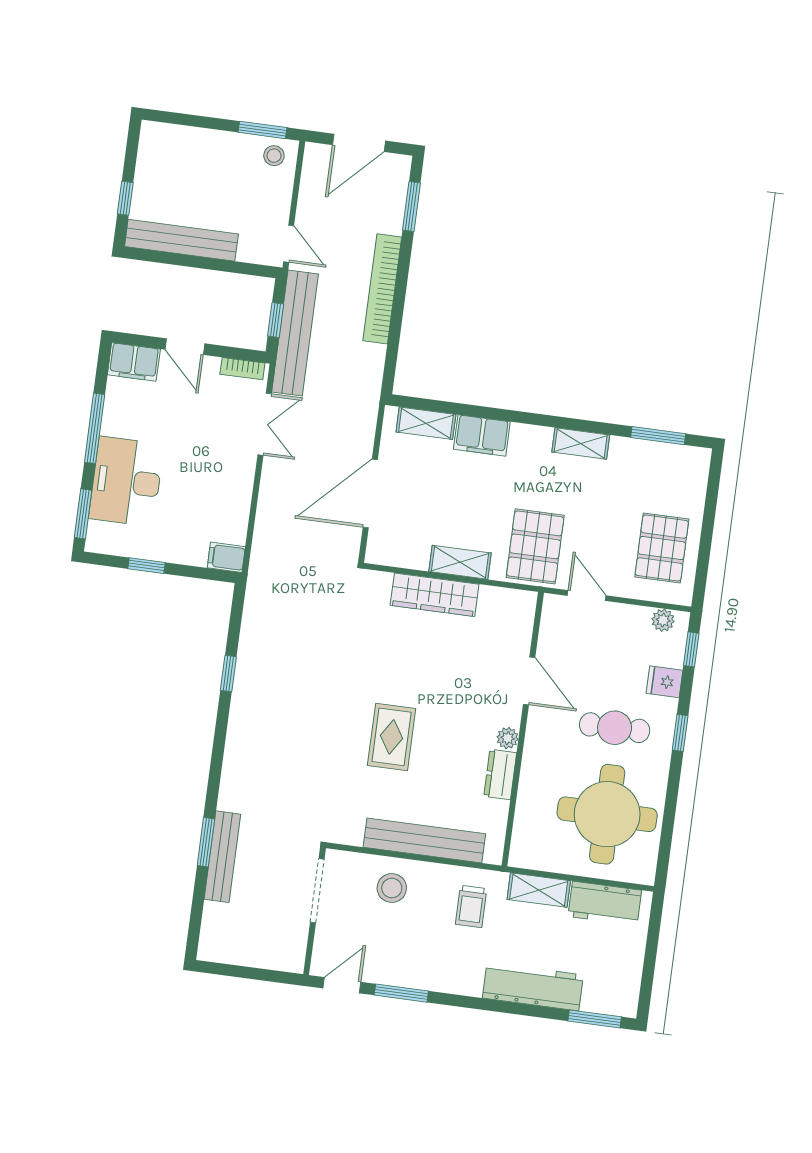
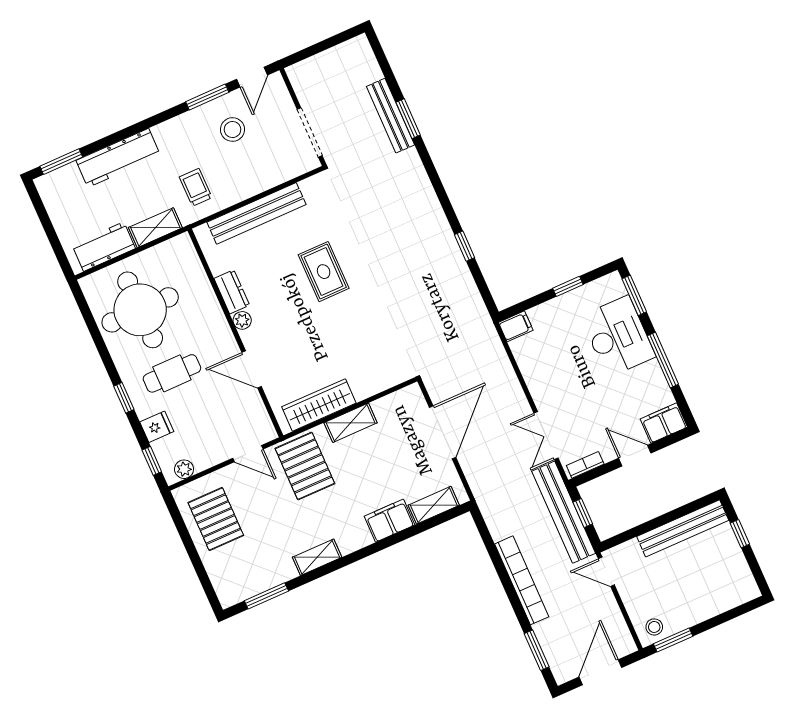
wardrobe: (435, 595) -> (319, 405), moved
stool: (392, 888) -> (233, 130), moved

